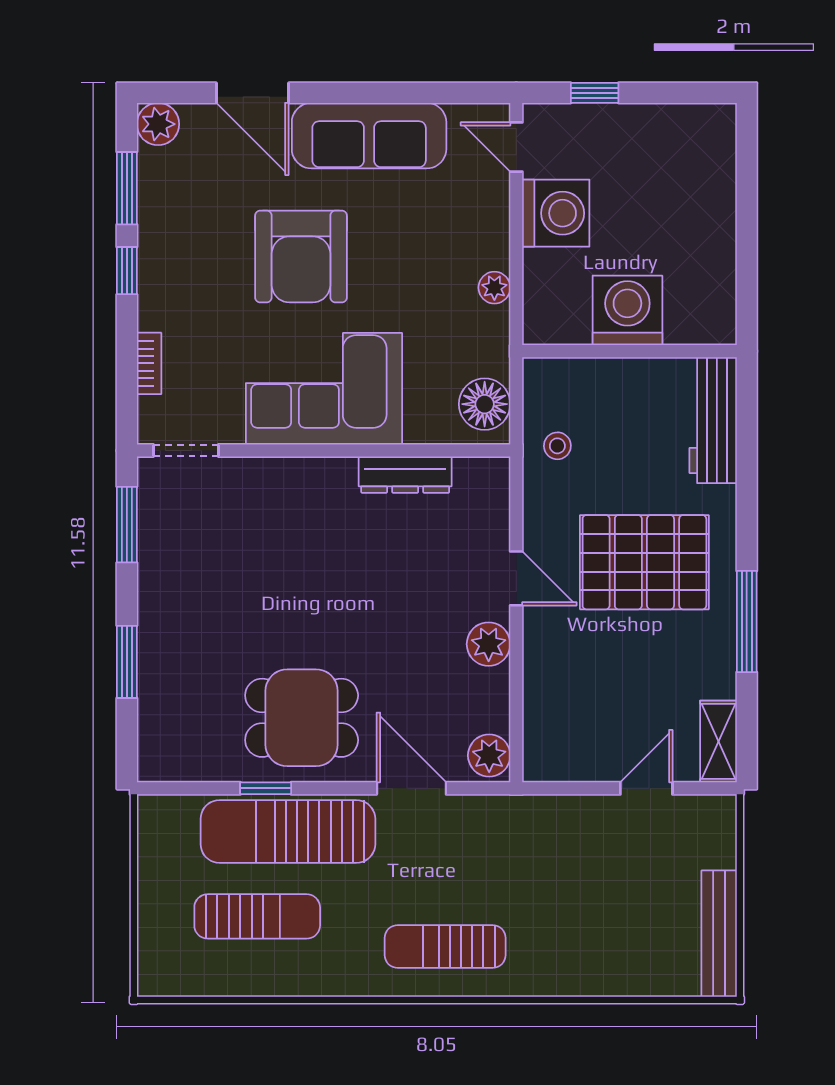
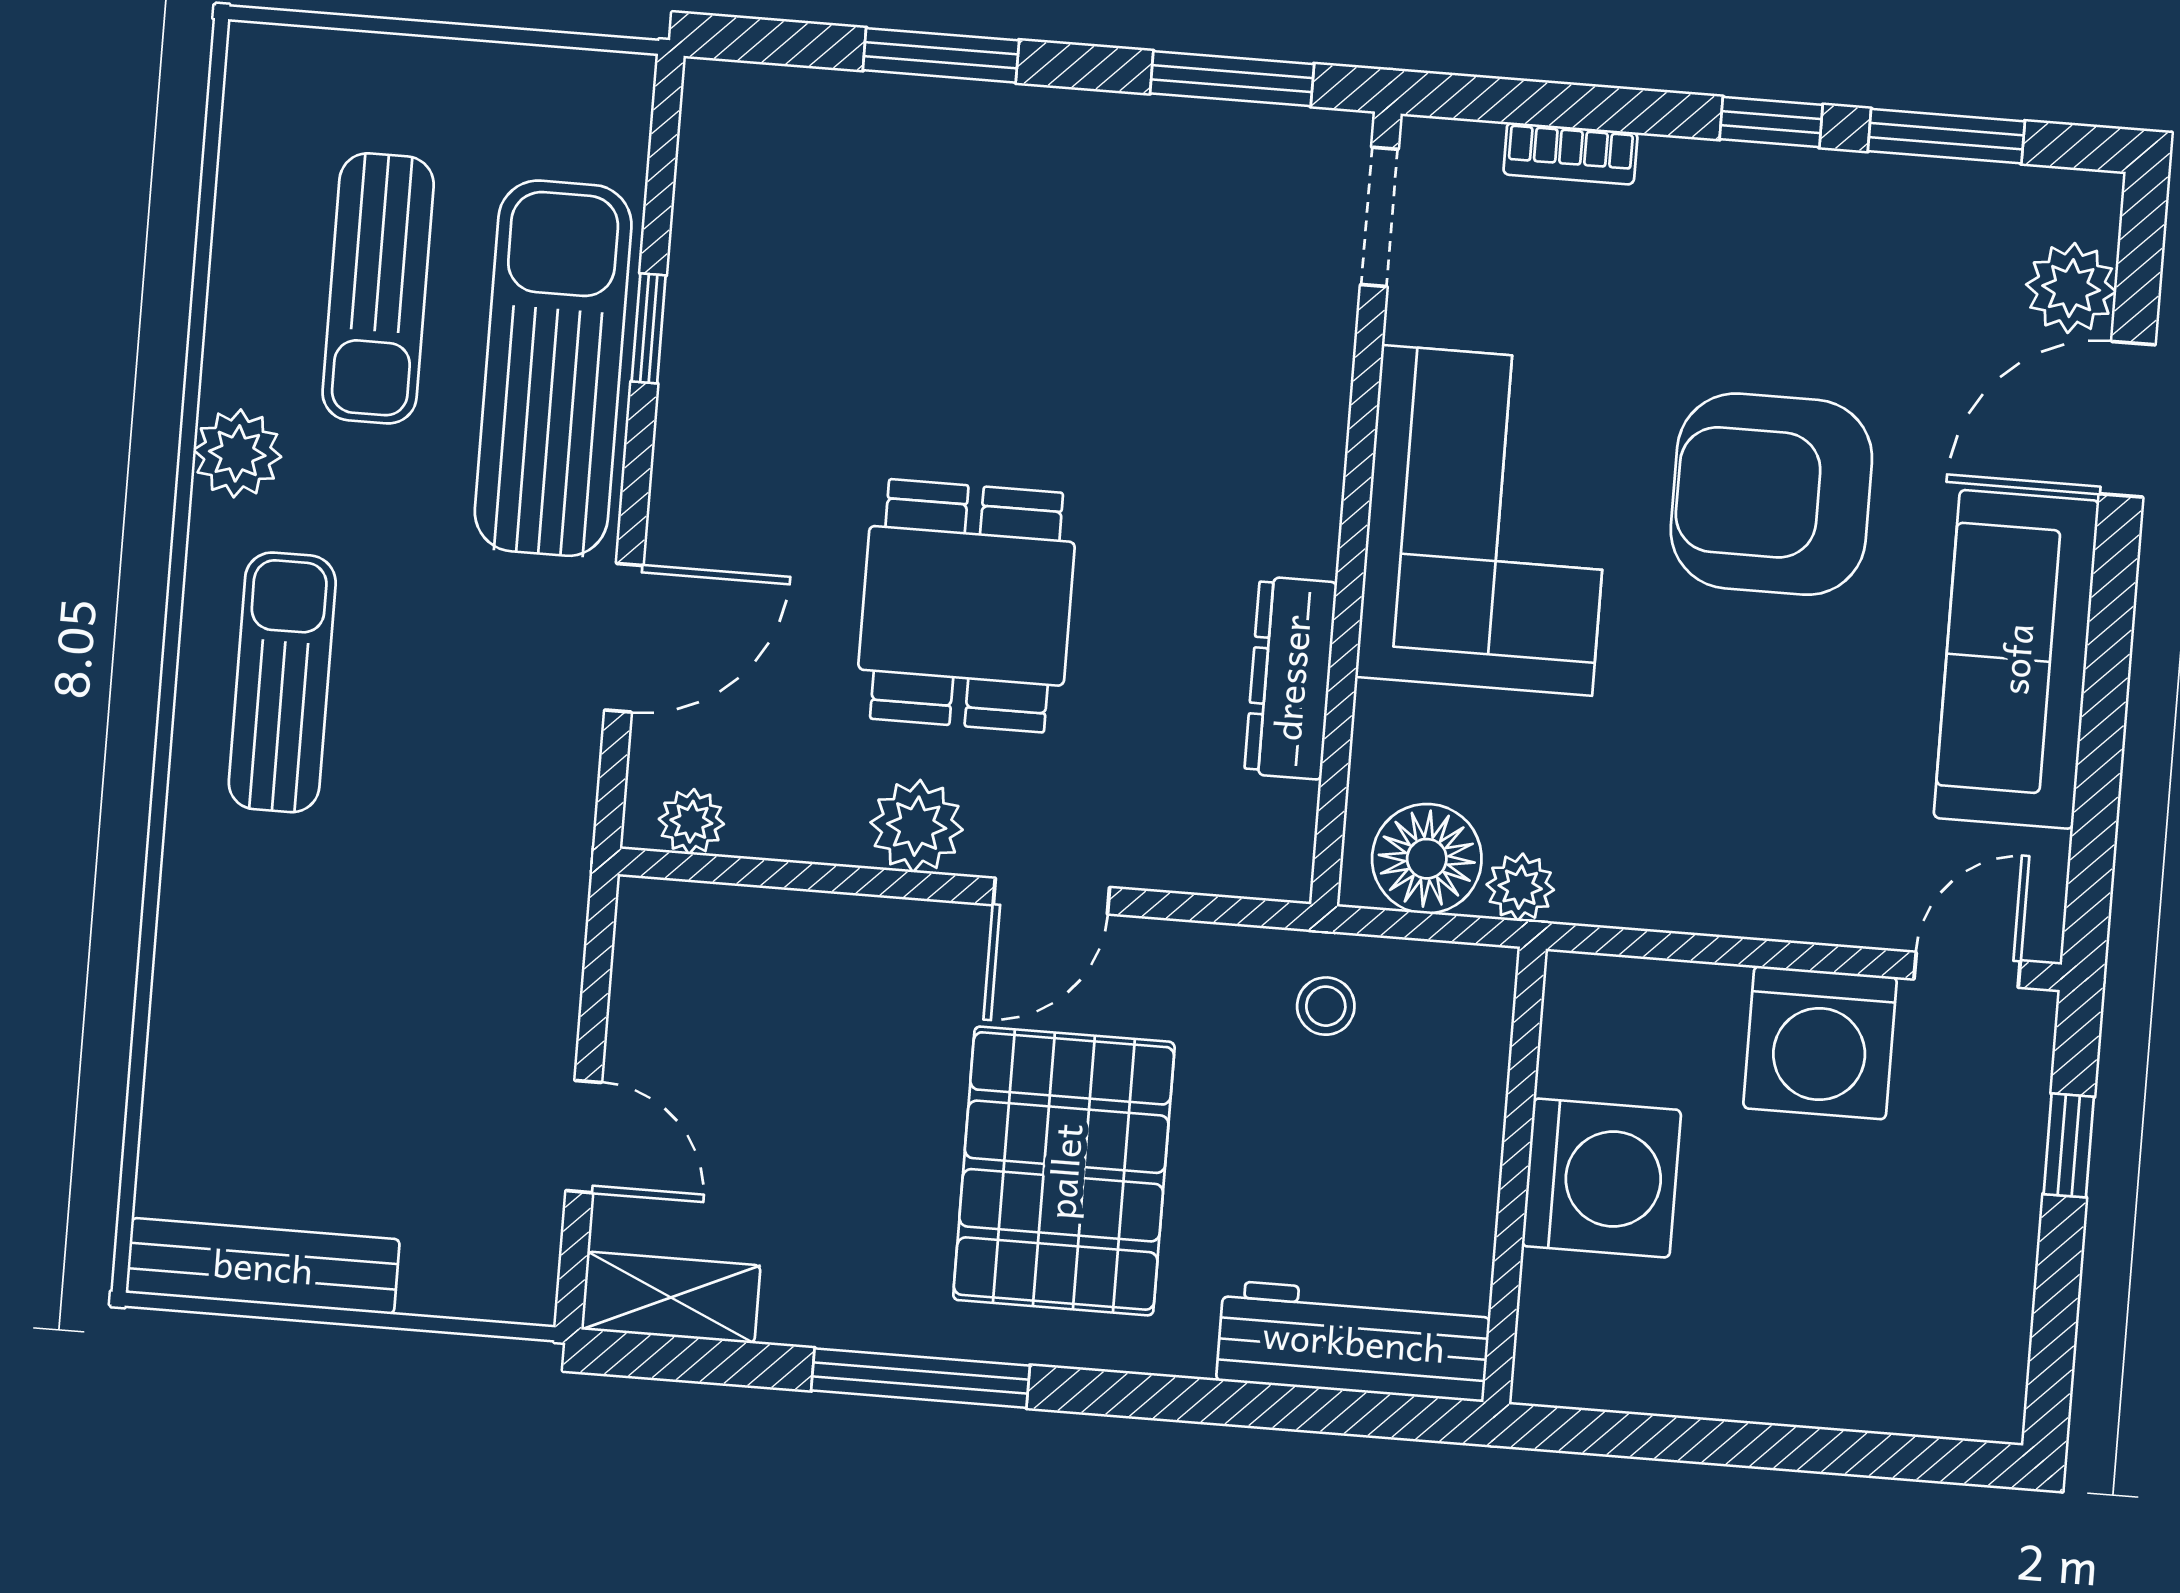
plant: (158, 124) -> (2071, 288), moved
plant: (494, 288) -> (1520, 887), moved
dining table: (302, 718) -> (967, 606), moved
plant: (489, 755) -> (691, 822), width x0.73, depth x0.73
plant: (340, 976) -> (237, 453), added

